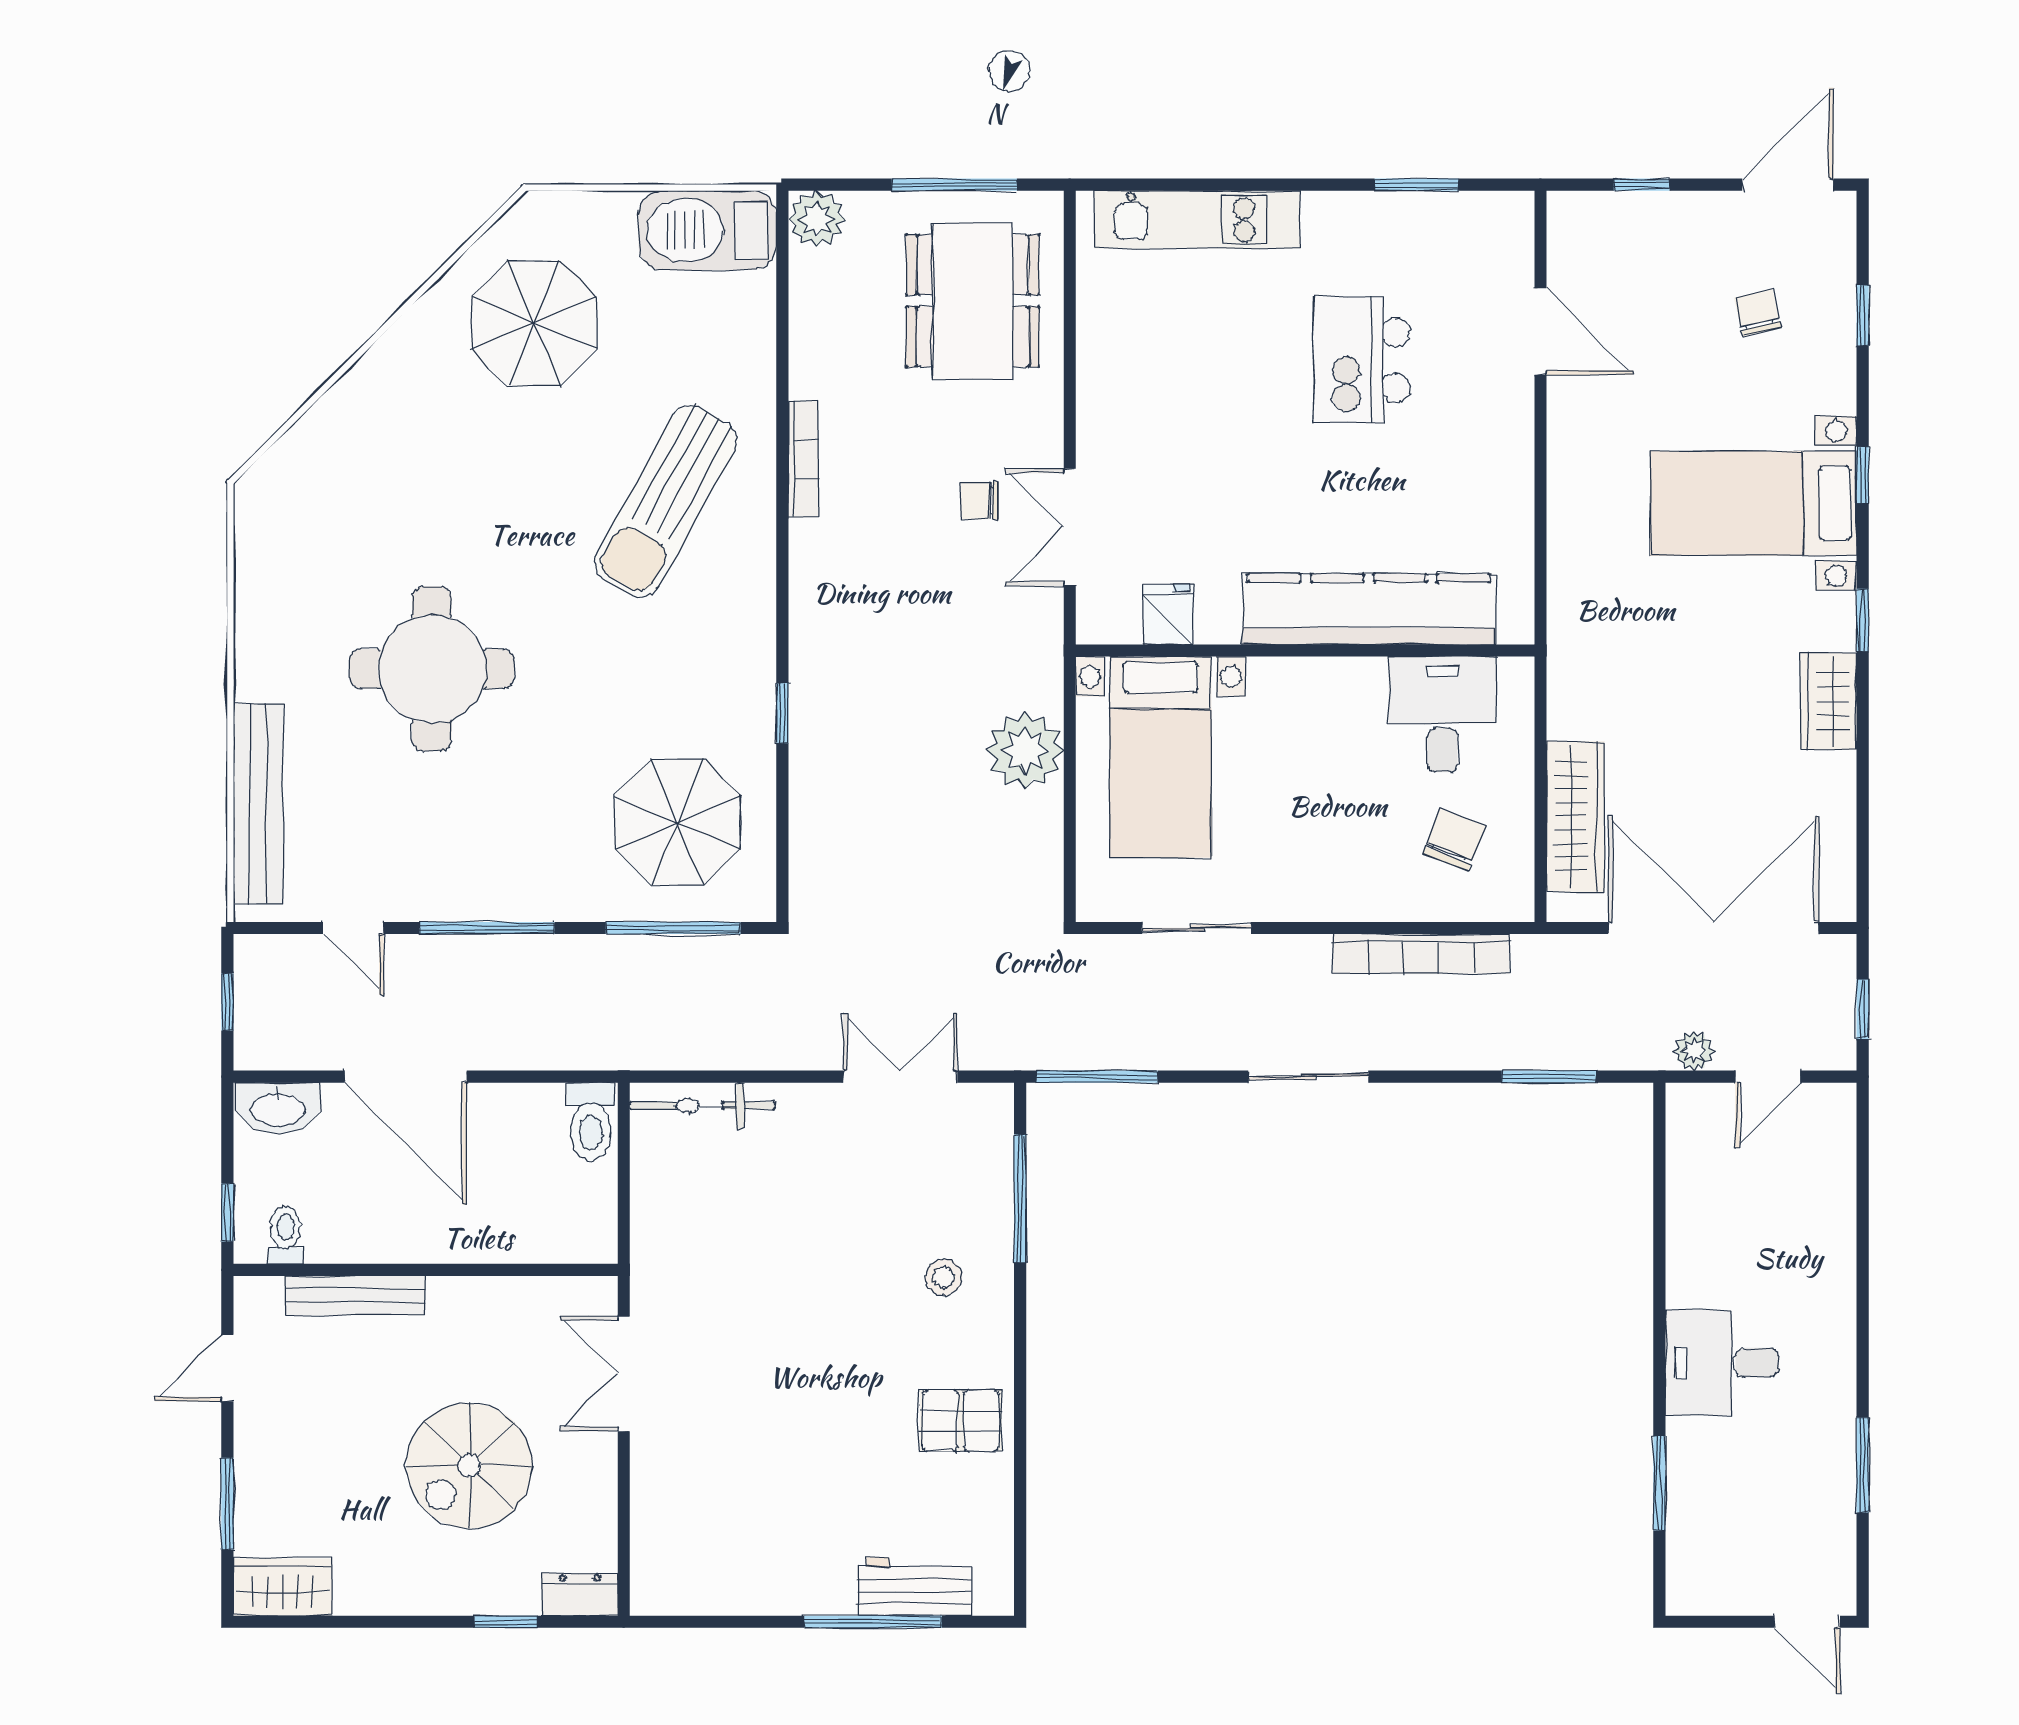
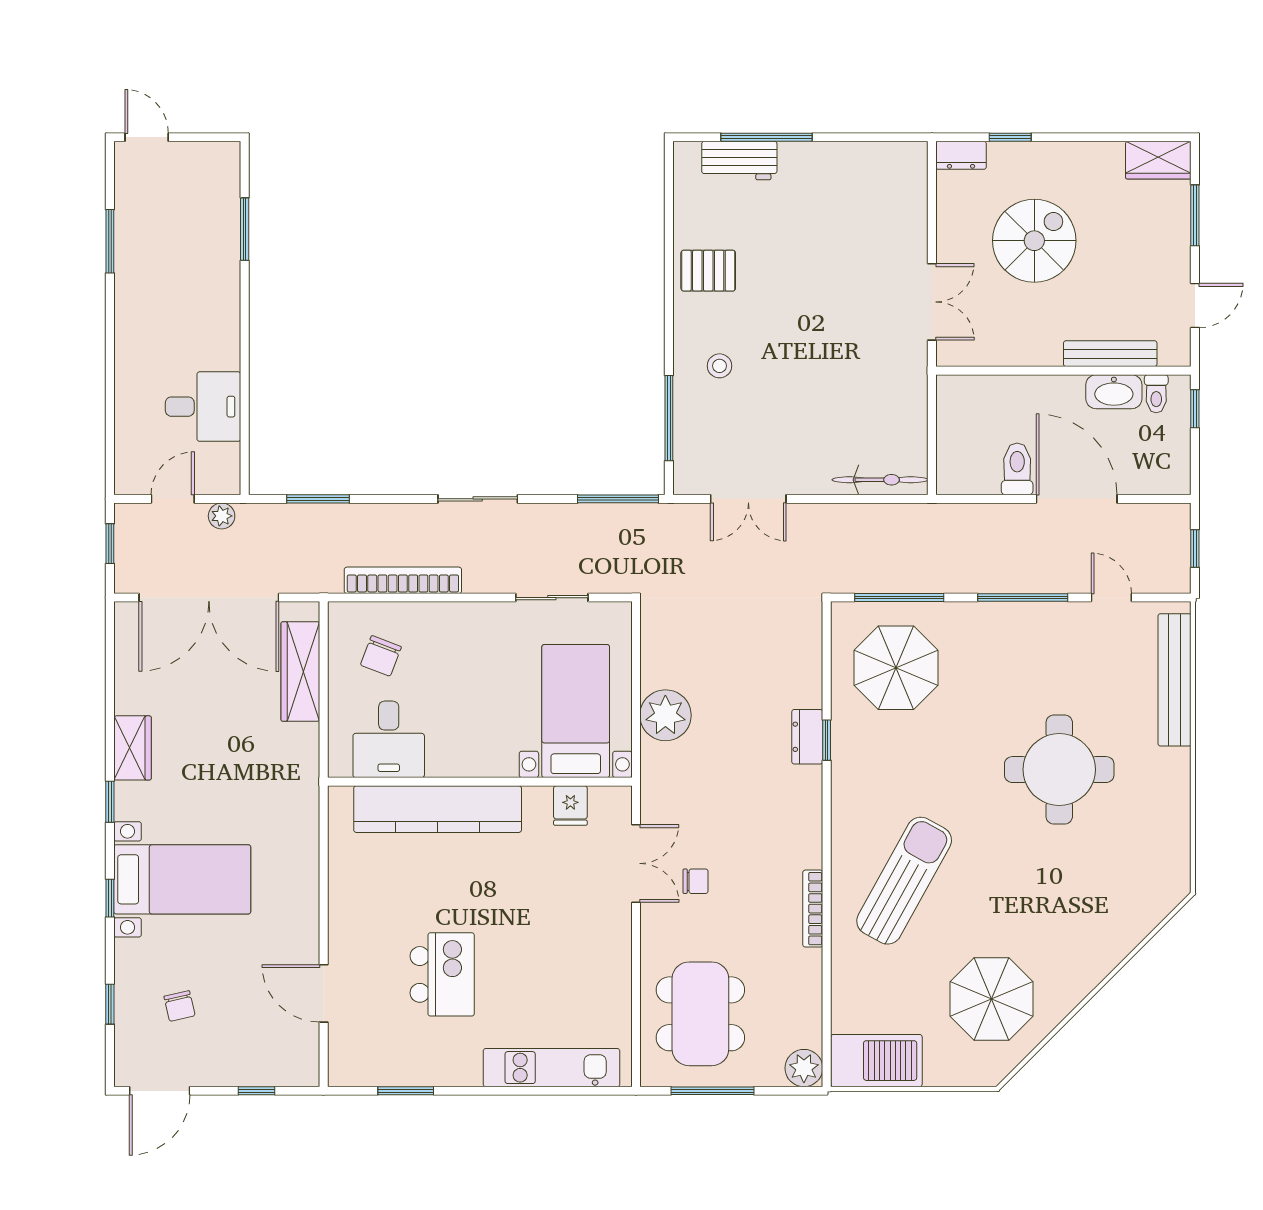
dresser: (811, 718) -> (807, 737), added
washbasin: (278, 1108) -> (1114, 392), moved, turned 180
toilet: (591, 1122) -> (1017, 469), moved
desk: (1722, 1363) -> (203, 407), moved

